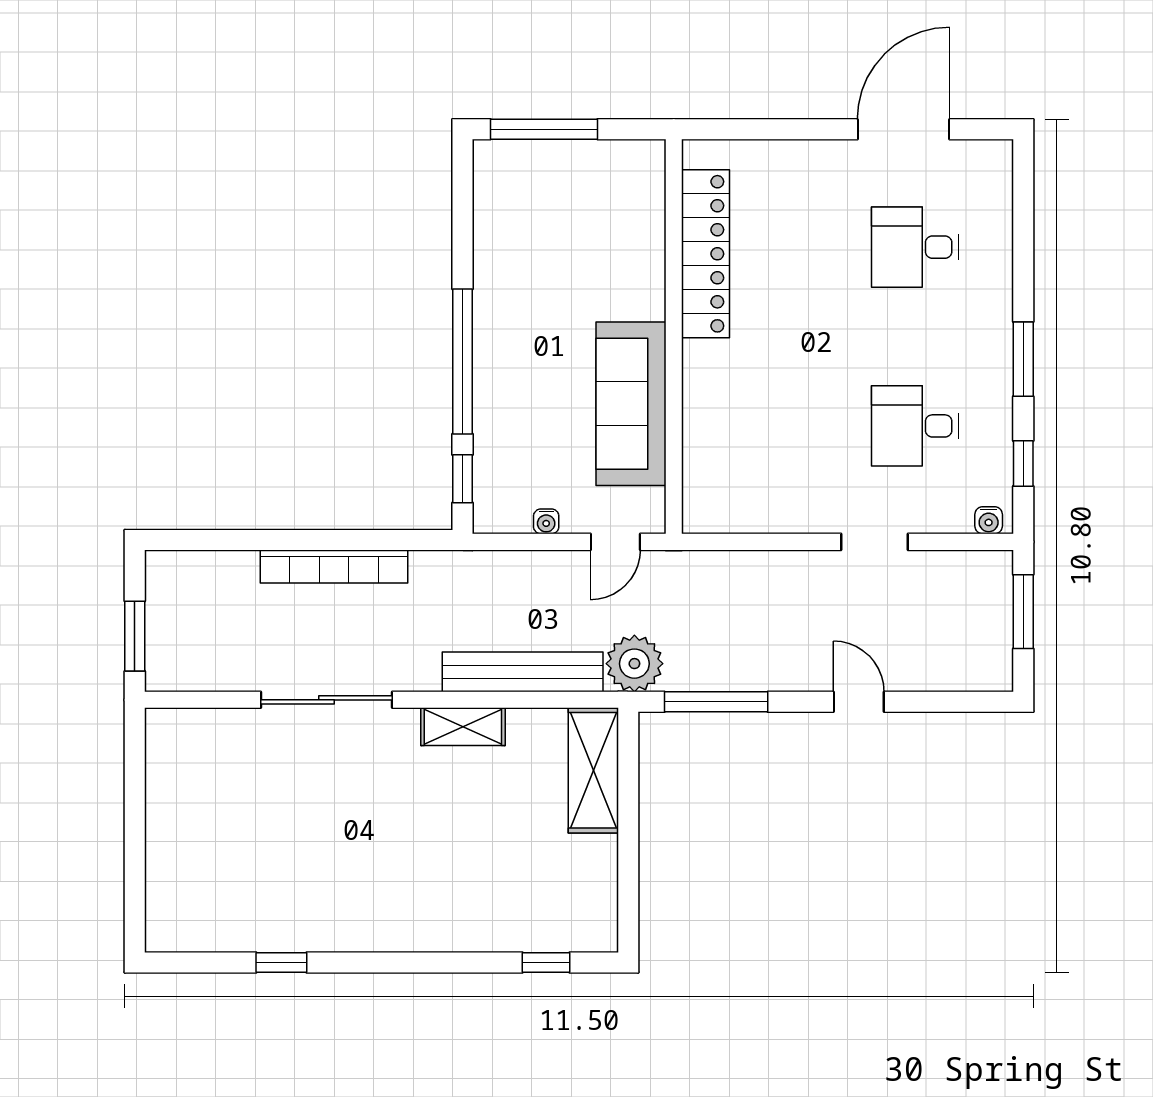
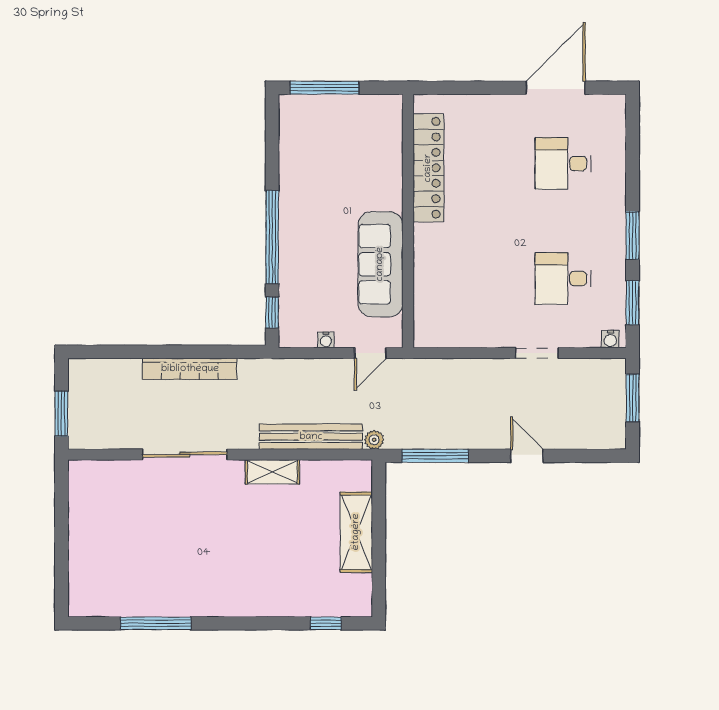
window: (1023, 464) -> (633, 303), width x1.50
plant: (634, 664) -> (374, 440), width x0.53, depth x0.53
shelving: (593, 770) -> (356, 532), moved
window: (281, 962) -> (156, 623), width x2.17

